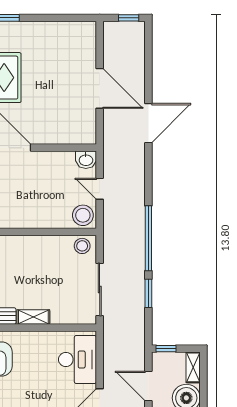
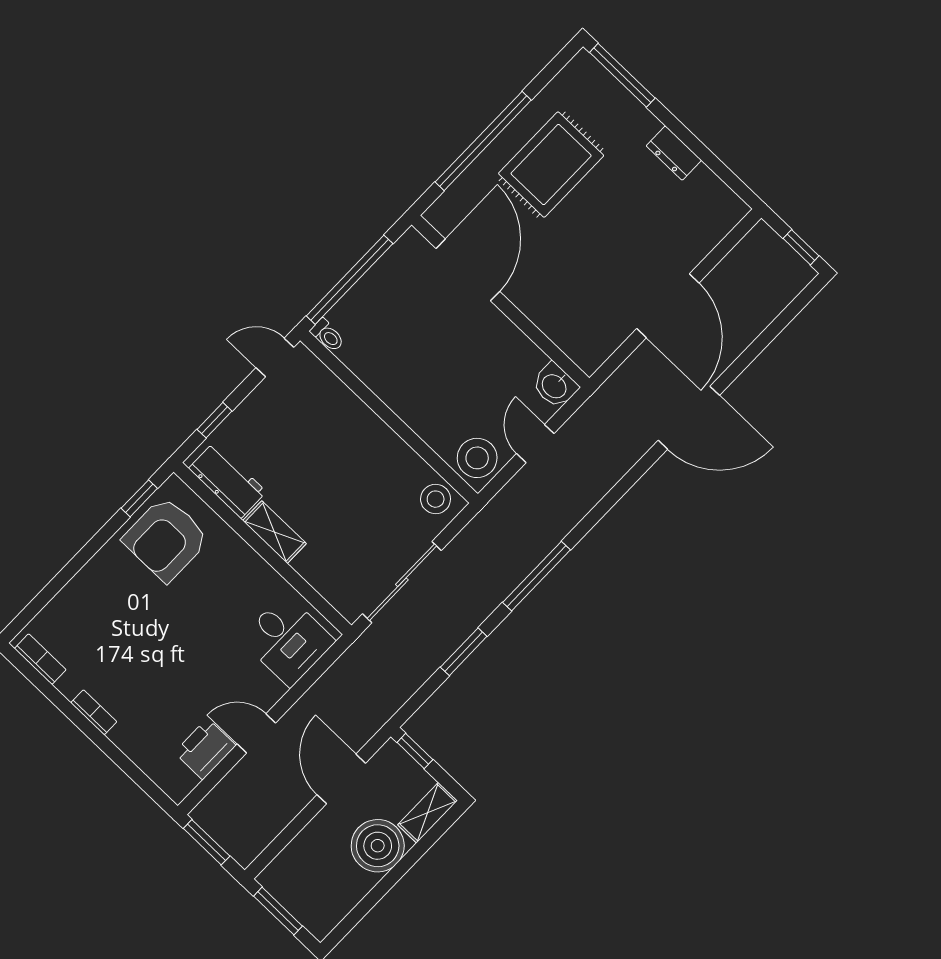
dresser: (46, 29) -> (674, 153), added
window: (148, 238) -> (536, 576), width x0.68
desk: (78, 360) -> (288, 640), width x0.73

